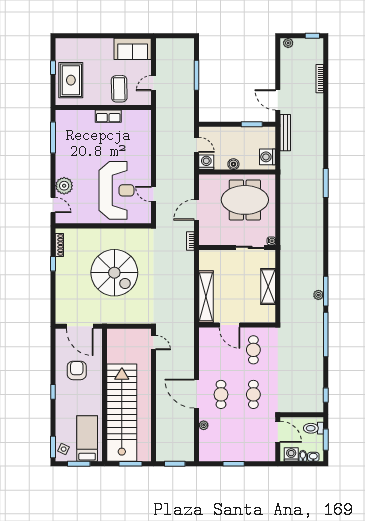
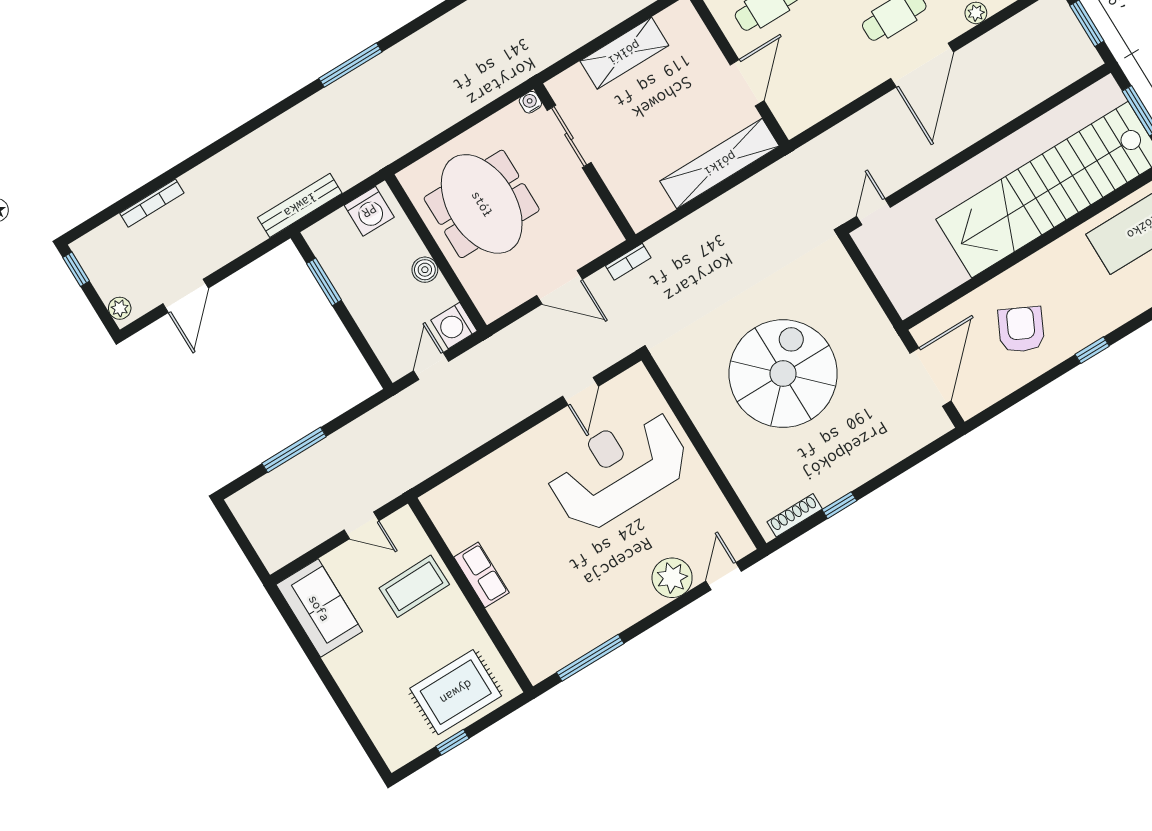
door: (278, 100) -> (186, 296), moved
armchair: (77, 370) -> (1021, 330), turned 116

